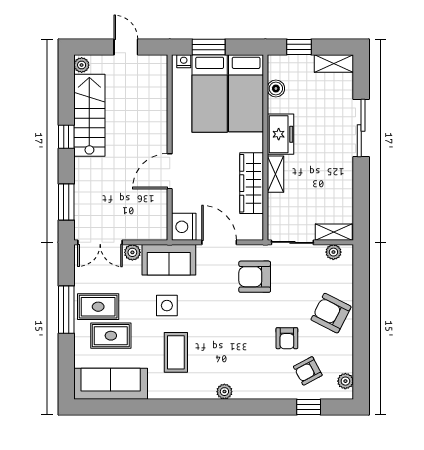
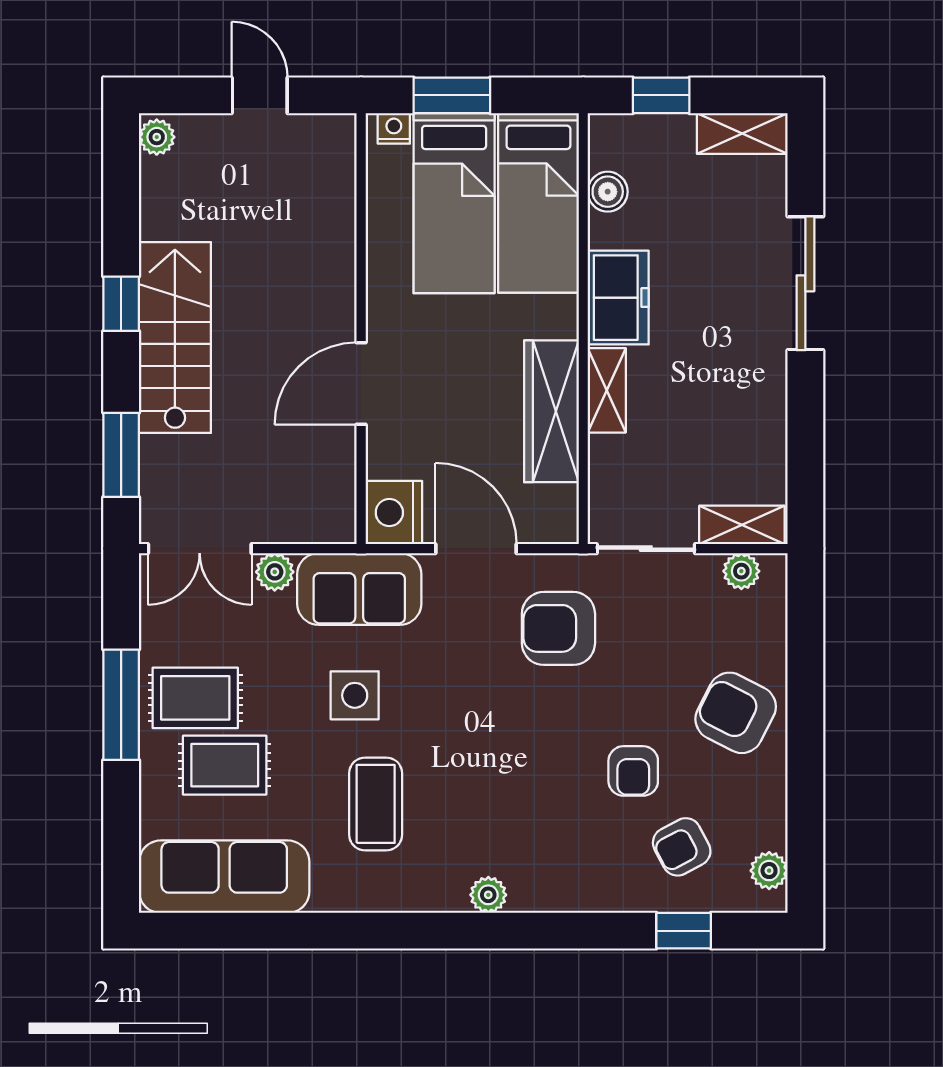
stairs: (89, 115) -> (175, 337), moved

